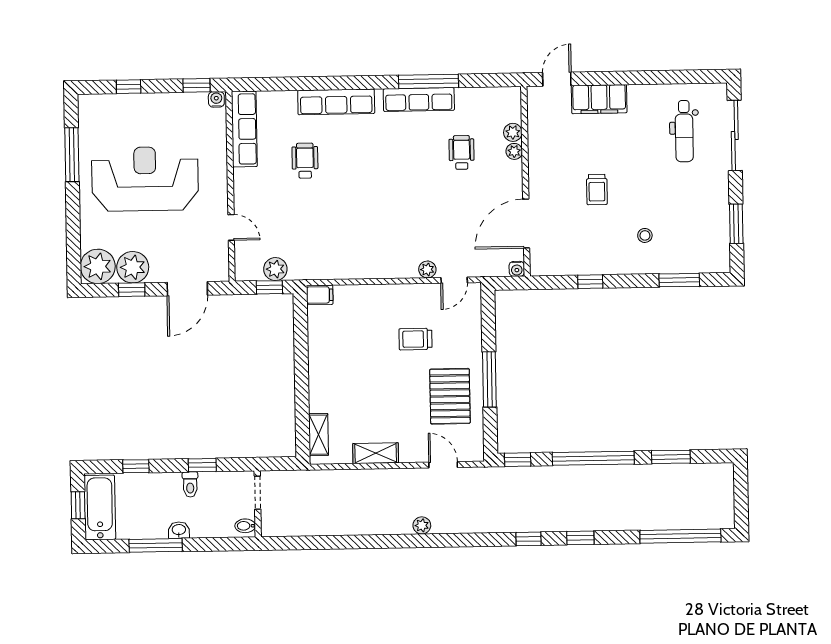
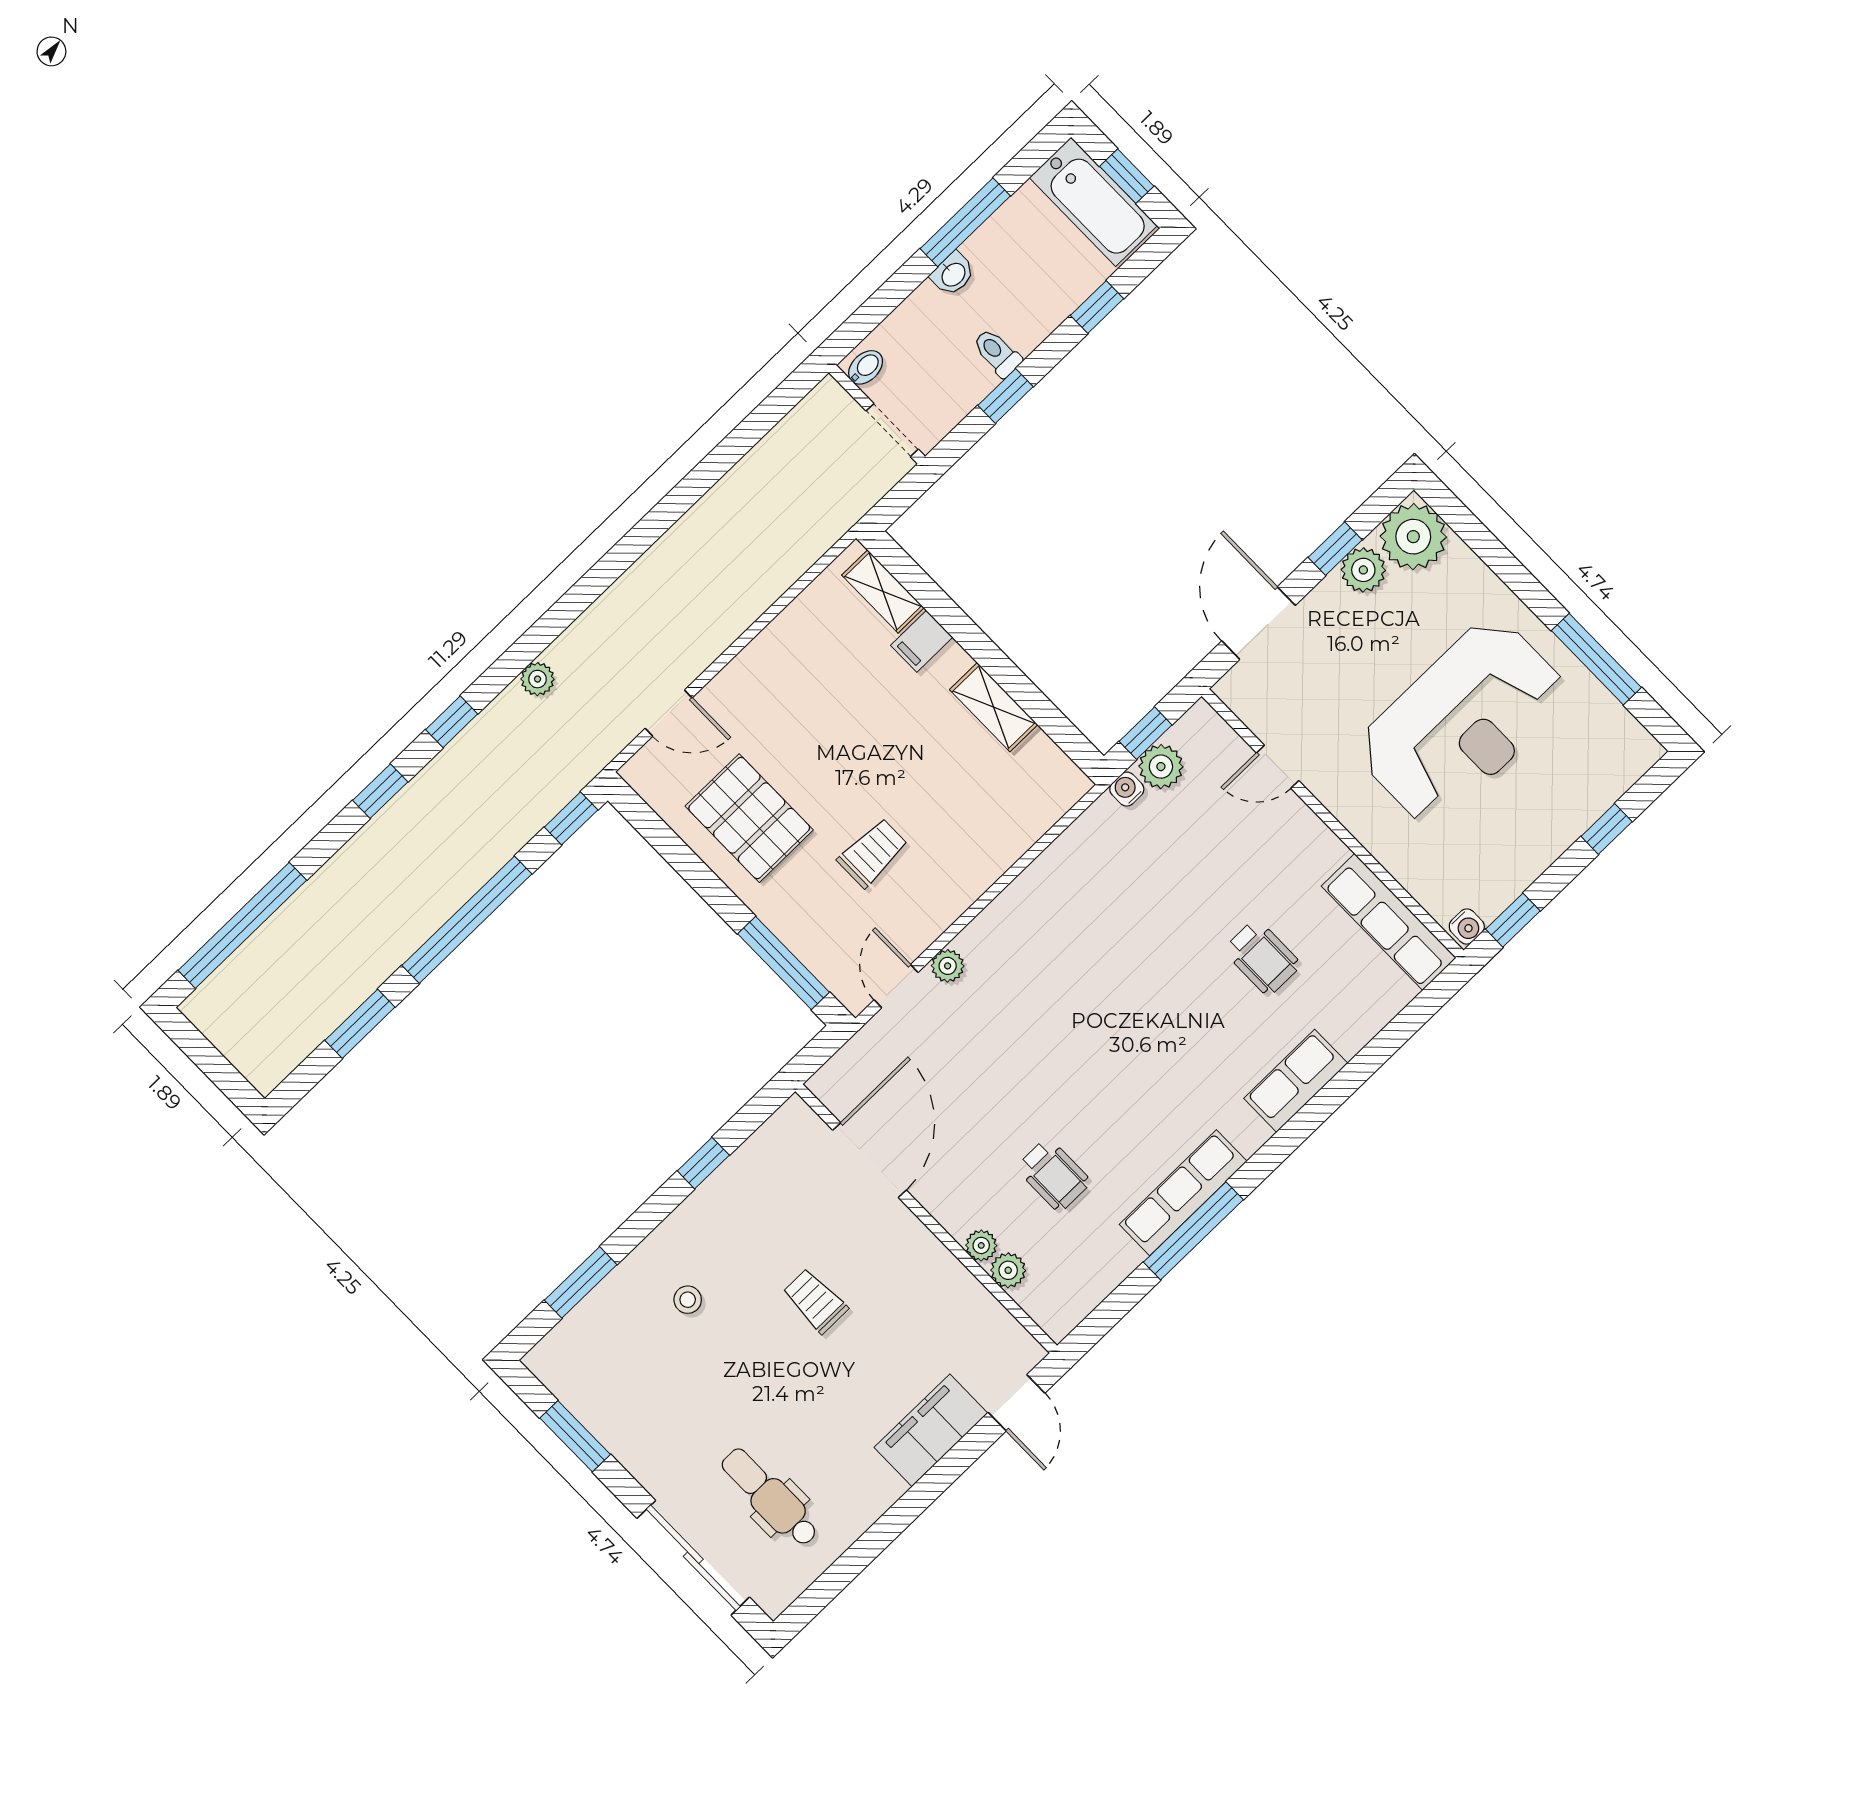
row of seats: (336, 102) -> (1296, 1081), width x0.68
plant: (133, 267) -> (1363, 570), width x0.73, depth x0.73
water cooler: (517, 269) -> (1127, 789), moved
filing cabinet: (320, 295) -> (922, 641), moved
window: (489, 379) -> (784, 963), moved
shelving: (376, 453) -> (994, 707), moved, turned 90
plant: (422, 525) -> (538, 679), moved

